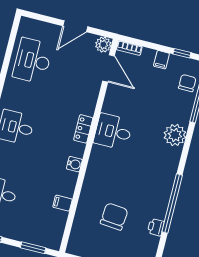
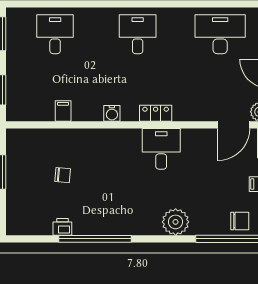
chair: (114, 216) -> (63, 175), width x0.54, depth x0.54

